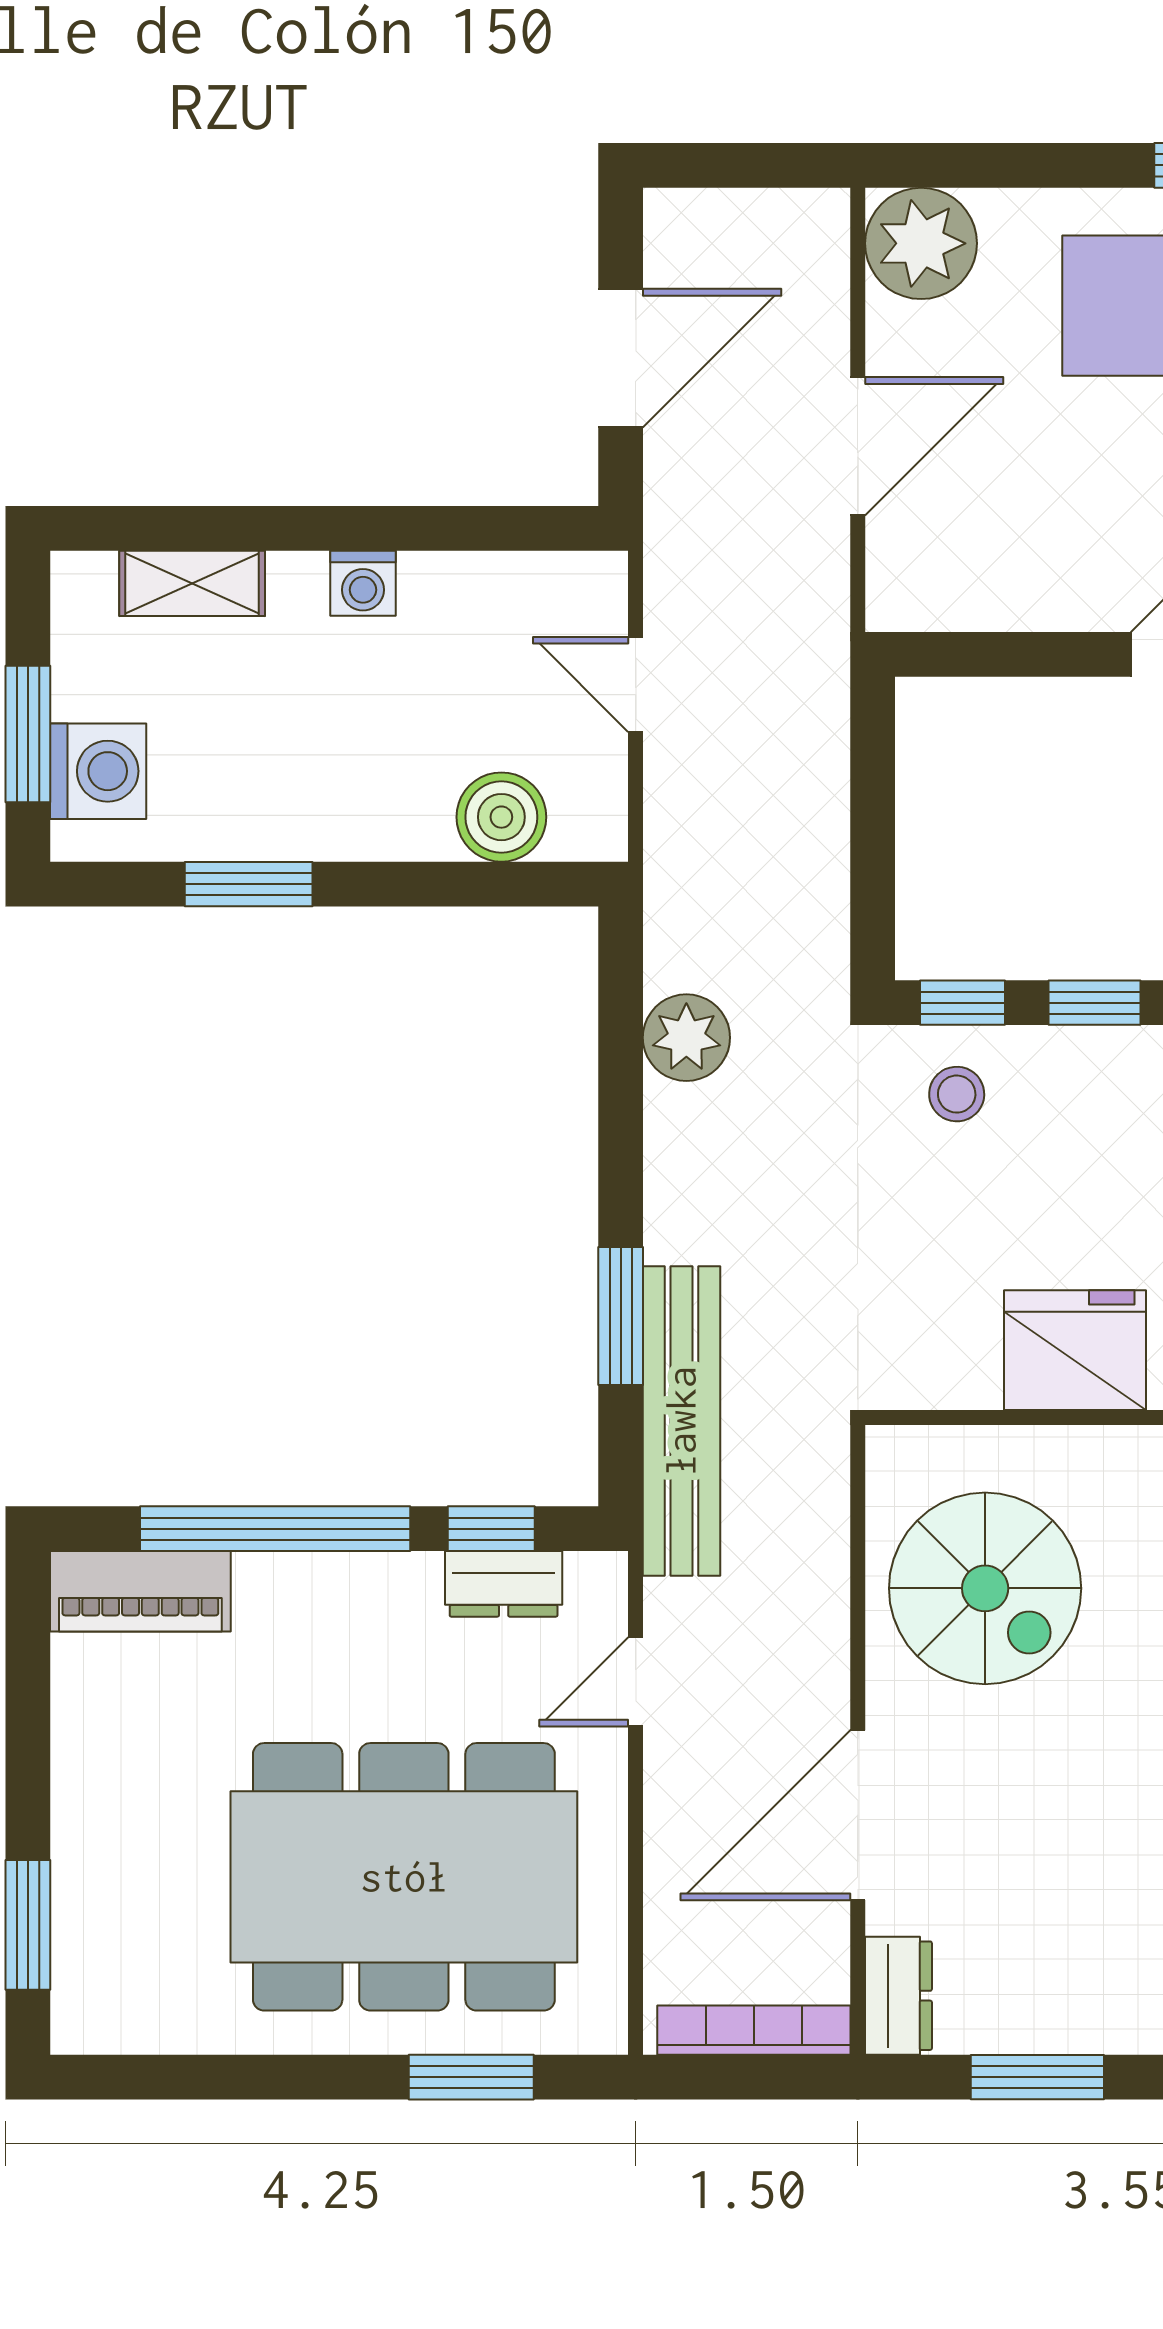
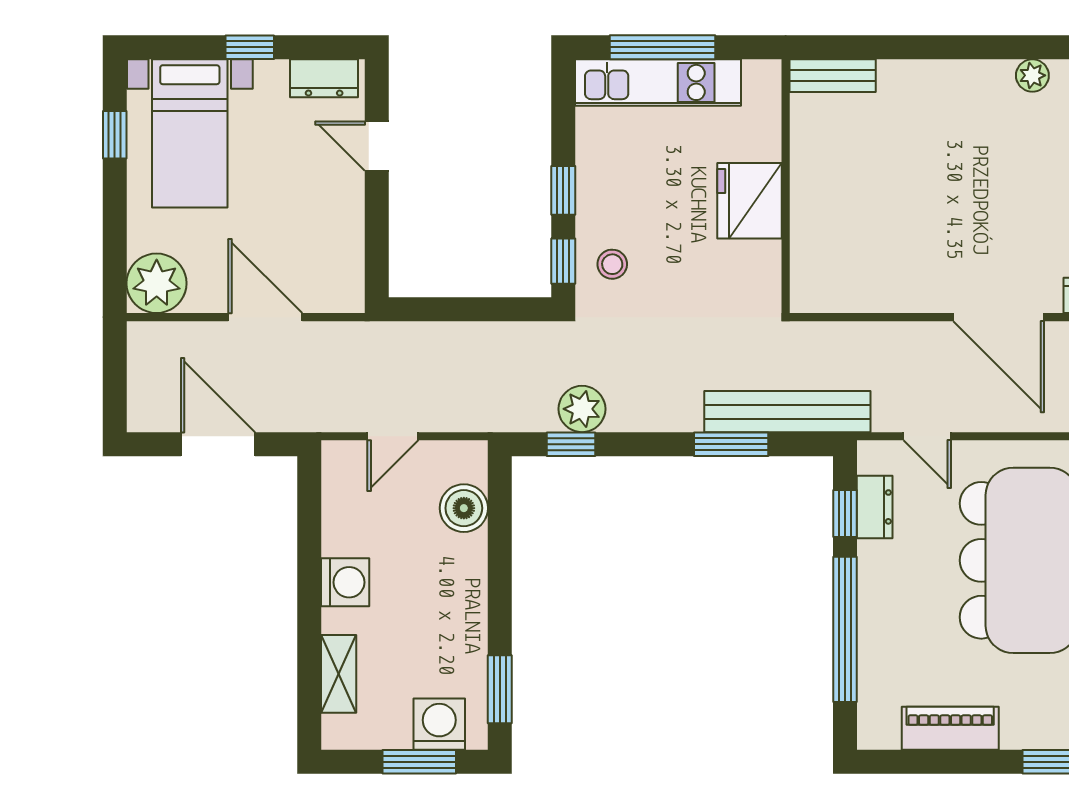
washing machine: (363, 583) -> (345, 582), width x1.38, depth x1.38
window: (249, 884) -> (500, 689), moved
window: (621, 1017) -> (571, 444), added
spiral stairs: (985, 1588) -> (877, 249), removed
piano: (140, 1591) -> (950, 728), moved, turned -90

